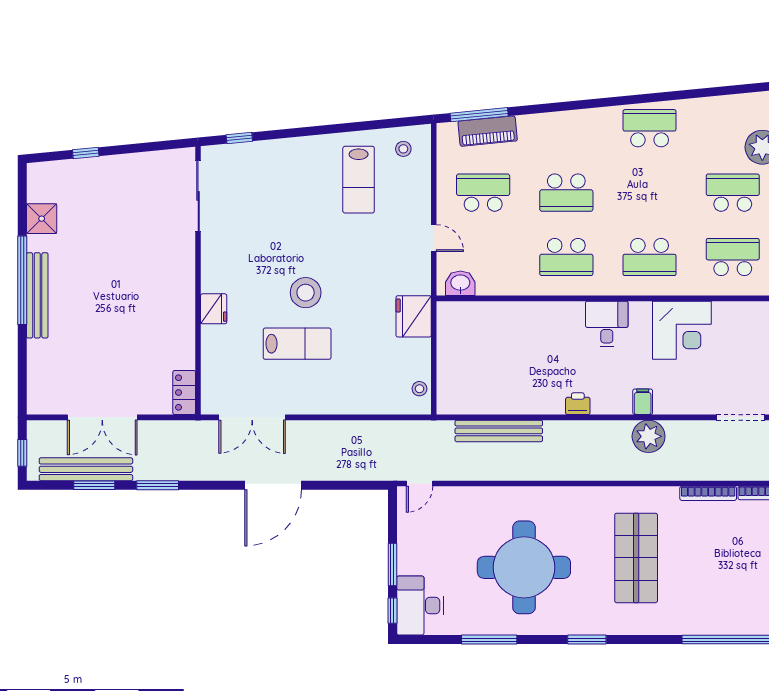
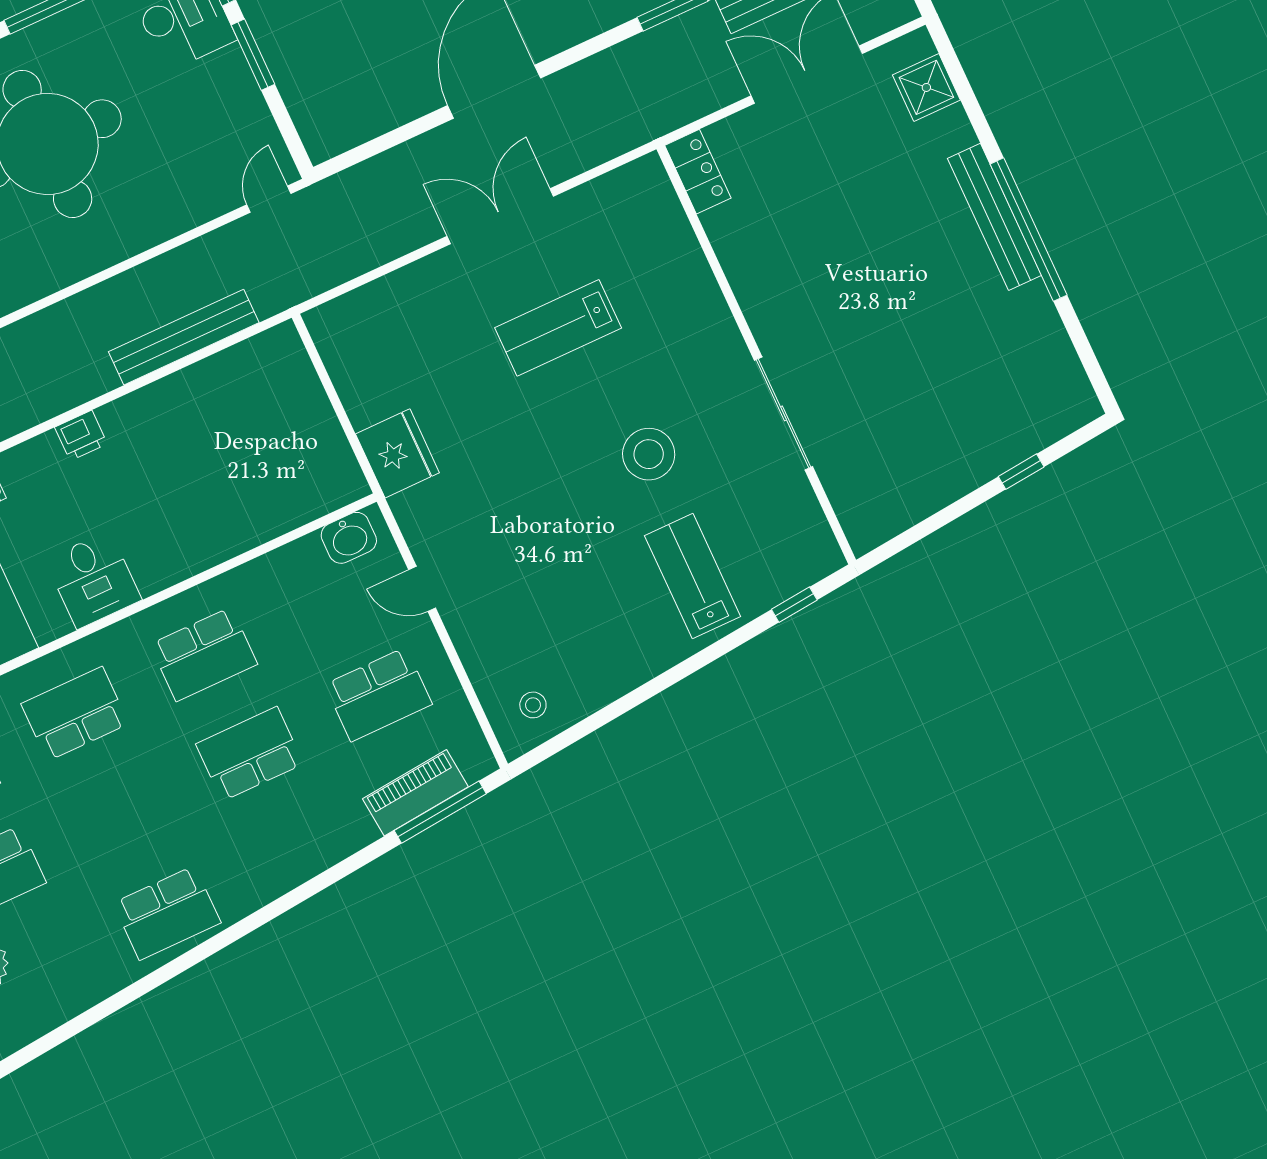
lab bench: (359, 180) -> (693, 576), moved
sliding door: (198, 196) -> (783, 413), moved
shower: (42, 219) -> (926, 87), moved
school desk: (566, 257) -> (204, 654), turned 180
stool: (306, 293) -> (649, 454), moved
fridge: (214, 309) -> (712, 322), removed
stool: (420, 389) -> (337, 346), removed
double door: (252, 417) -> (500, 216), moved

